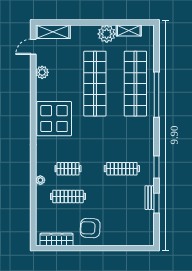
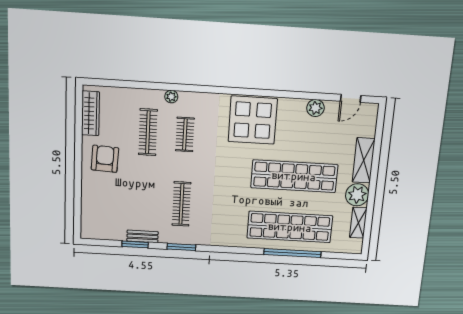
shelving: (53, 32) -> (364, 160), moved
door: (33, 47) -> (351, 98), swing flipped
window: (157, 95) -> (292, 253), moved

